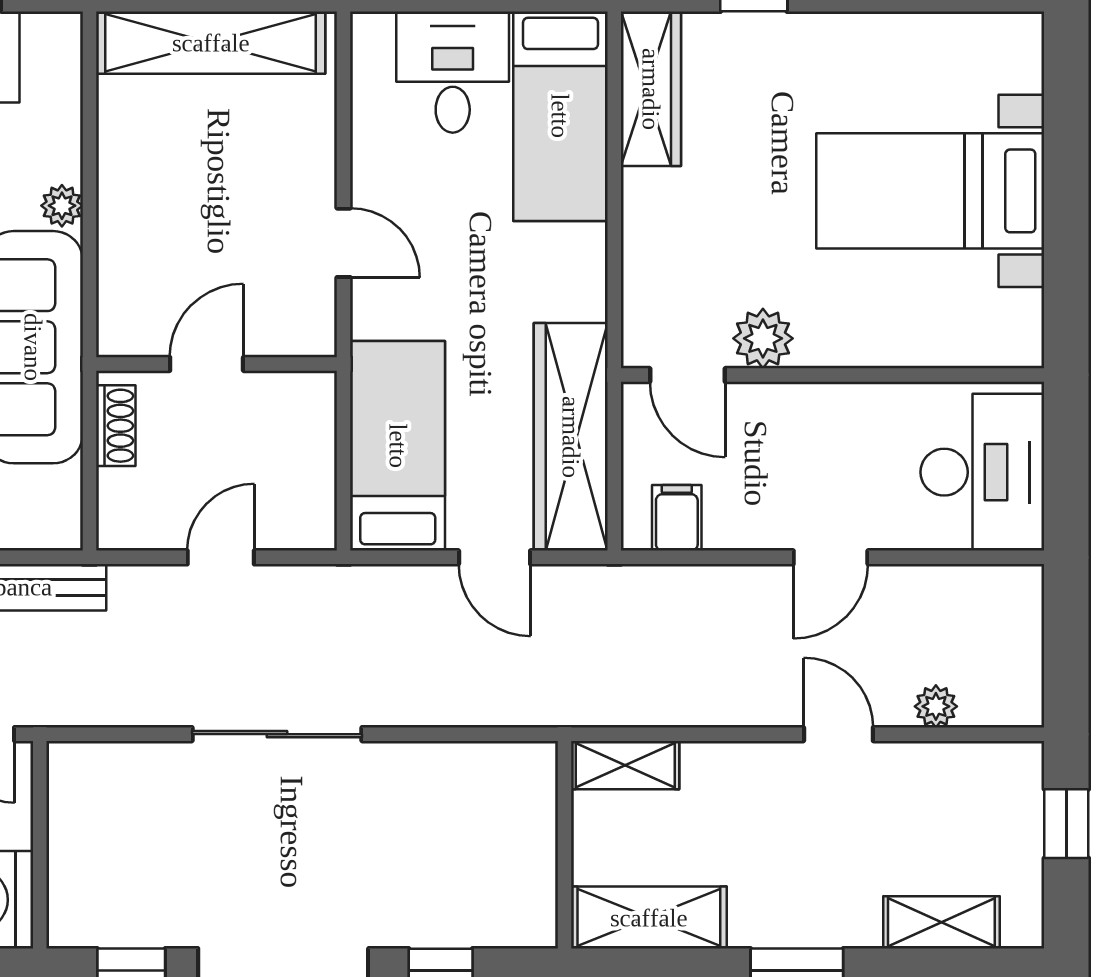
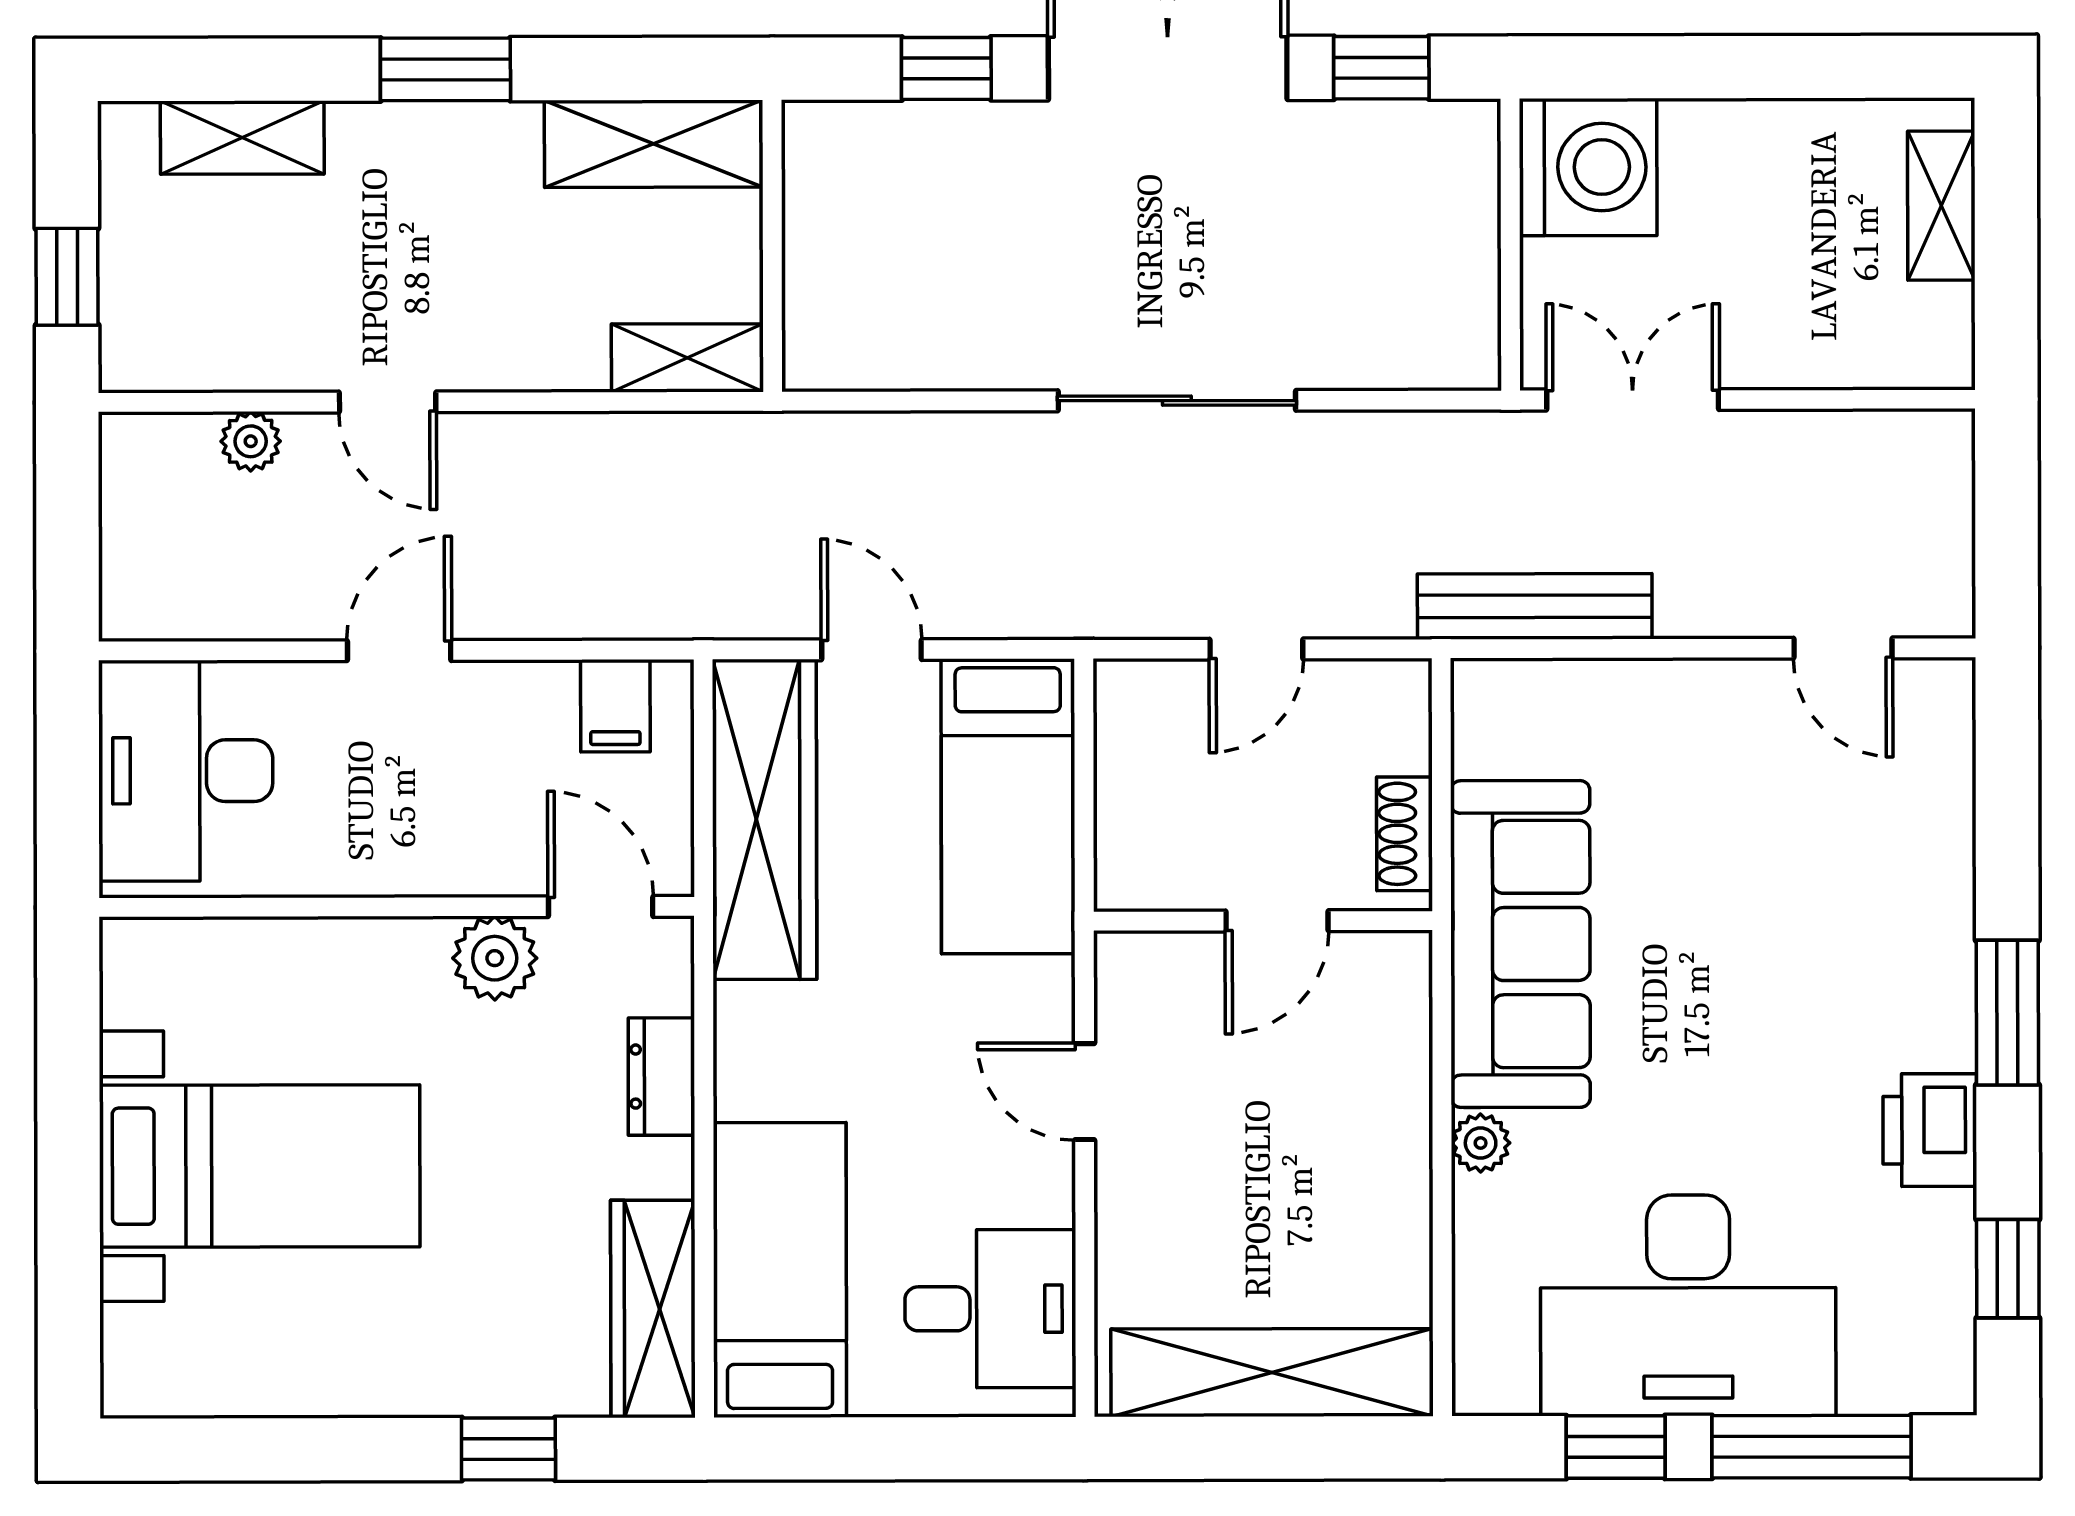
desk: (453, 72) -> (990, 1309), moved, turned -90
dresser: (644, 254) -> (661, 1077), added

